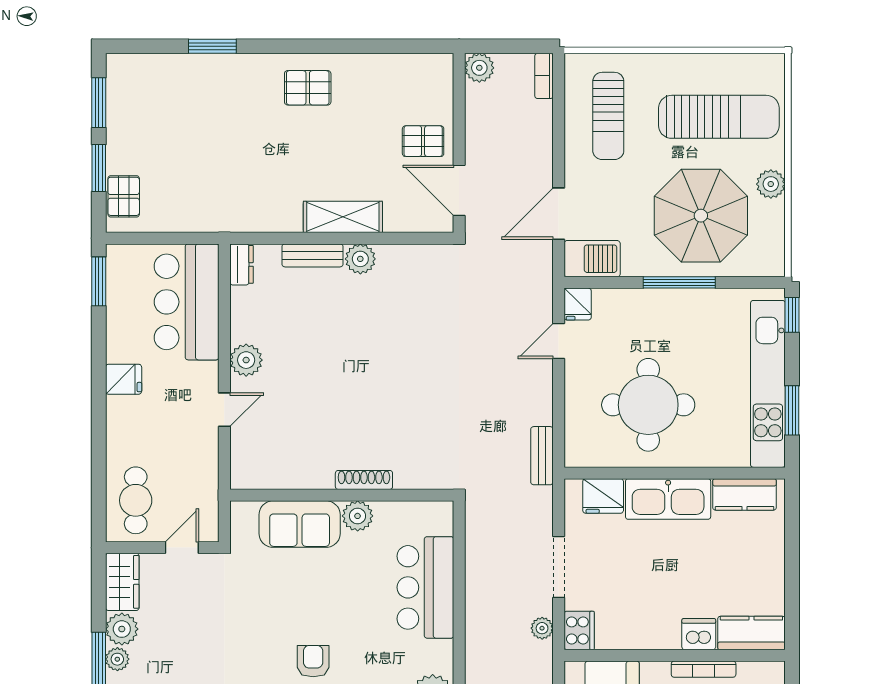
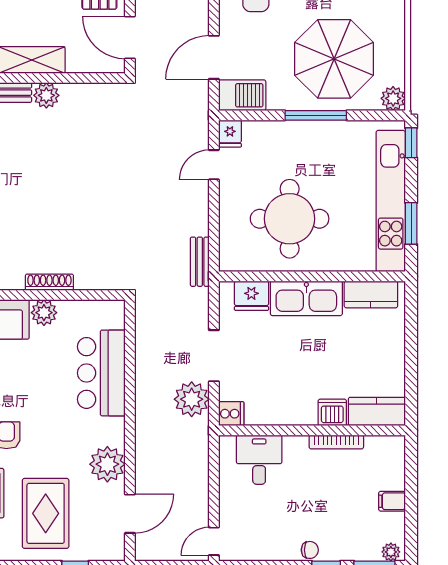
plant: (771, 184) -> (393, 98), moved
plant: (542, 628) -> (192, 399), width x1.87, depth x1.87
cooker: (579, 630) -> (231, 414), width x0.73

